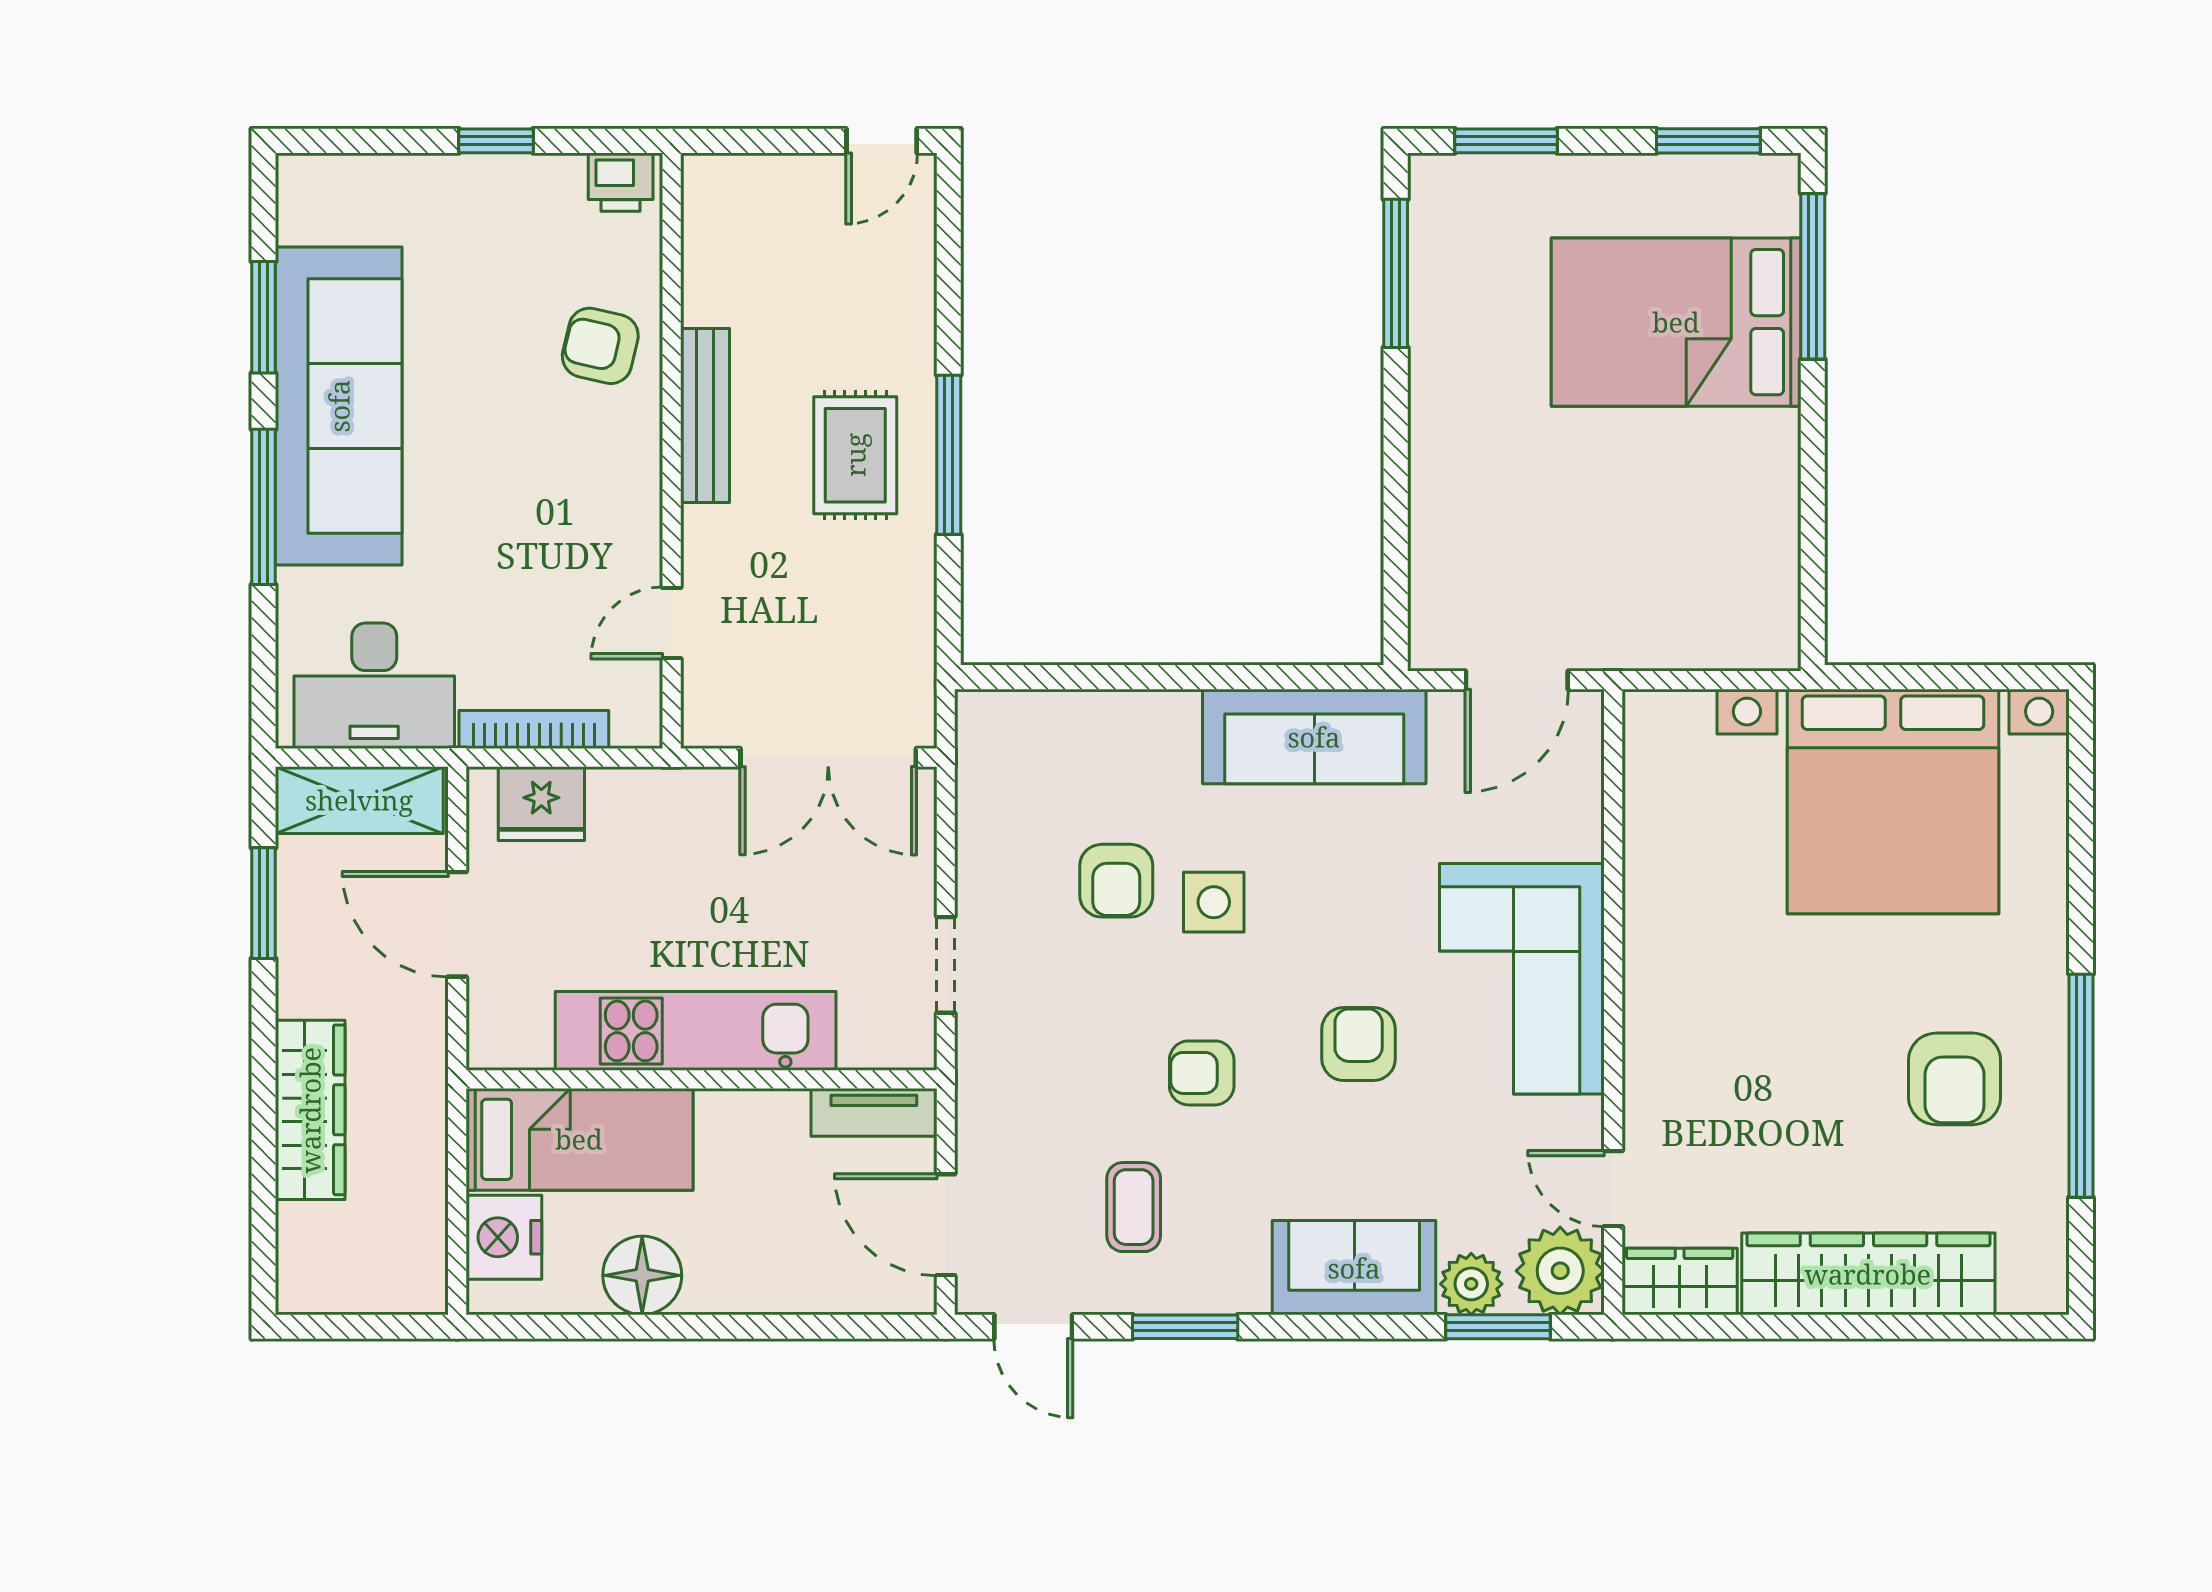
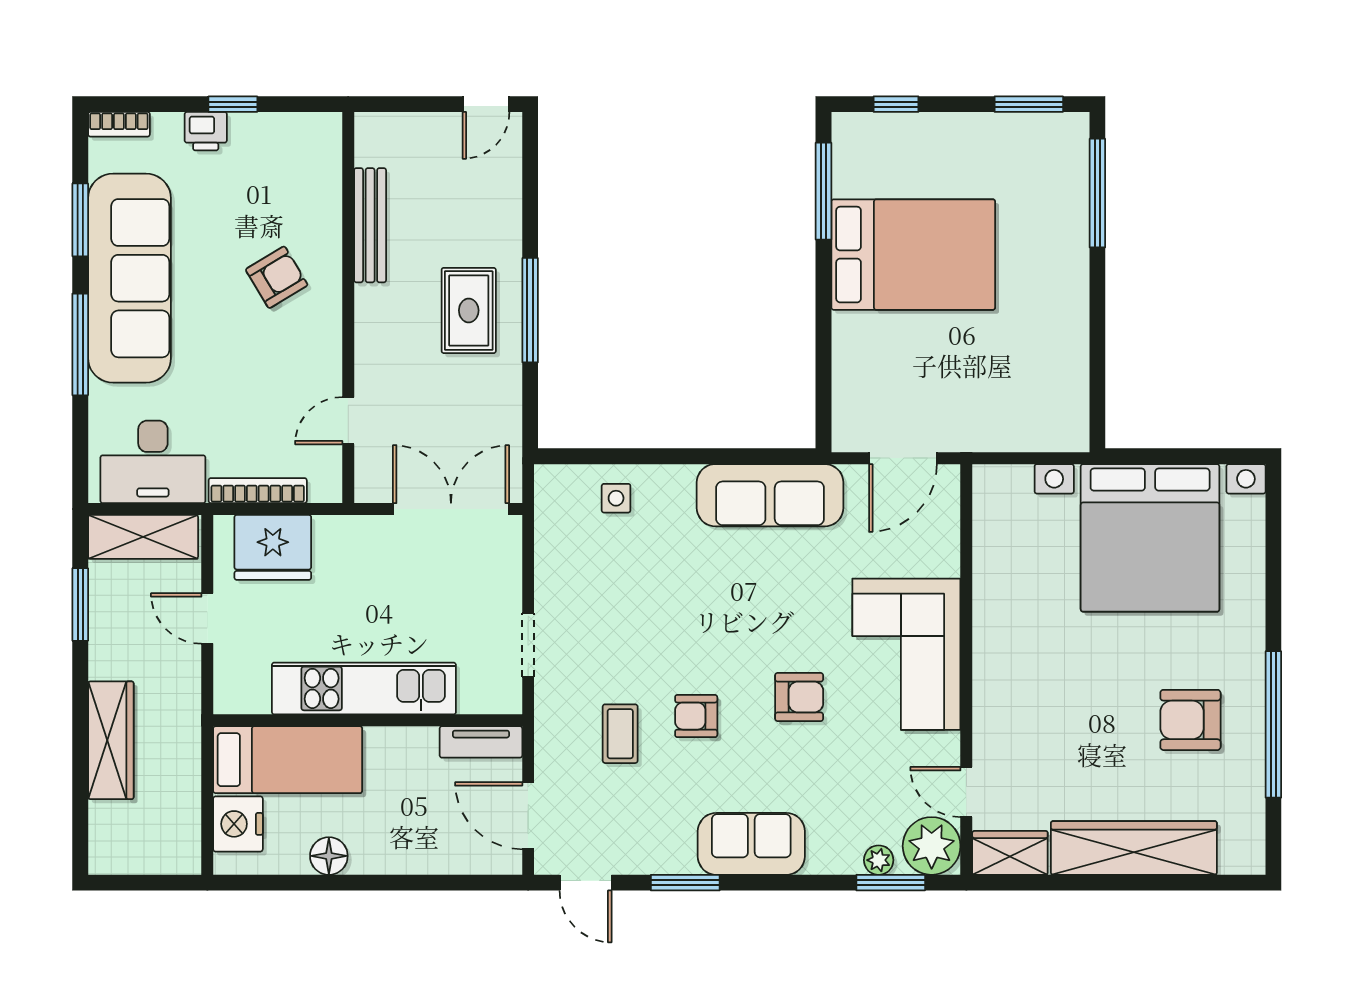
window: (1506, 141) -> (896, 104), width x0.67
bookcase: (322, 172) -> (119, 124), added
printer: (621, 182) -> (206, 131), moved
bed: (1676, 322) -> (913, 255), moved, turned 180
armchair: (600, 346) -> (277, 277), moved, turned 136
bench: (705, 415) -> (370, 225), moved
double door: (828, 758) -> (451, 509), swing flipped
fridge: (541, 804) -> (273, 547), width x1.36, depth x1.34
armchair: (1116, 881) -> (640, 590), removed
side table: (1214, 902) -> (616, 498), moved, width x0.73, depth x0.73
door: (457, 924) -> (207, 618), width x0.73
armchair: (1359, 1044) -> (799, 697), turned 90
armchair: (1955, 1079) -> (1190, 720), turned 90
coffee table: (1134, 1207) -> (620, 734), moved
sofa: (1354, 1268) -> (751, 844), moved
floor lamp: (642, 1275) -> (329, 856), width x0.73, depth x0.73
plant: (1471, 1284) -> (879, 860), width x0.73, depth x0.73

